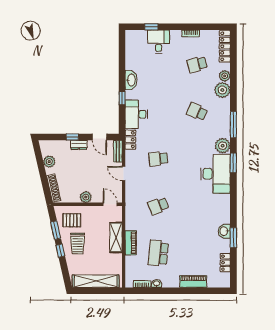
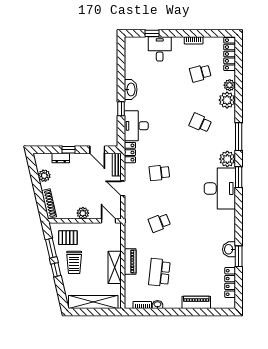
dresser: (79, 145) -> (61, 158), moved
shelving: (116, 237) -> (115, 267), moved
locker: (225, 263) -> (230, 282), width x1.53

